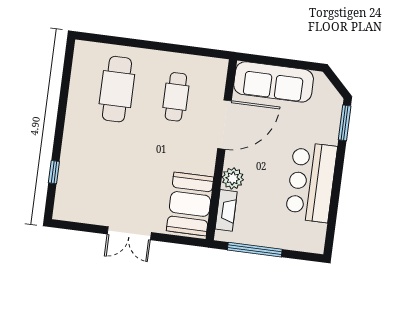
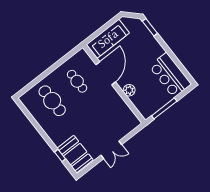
bar counter: (311, 182) -> (170, 75), moved
booth: (190, 204) -> (75, 154), moved
fireplace: (226, 210) -> (139, 105), removed

